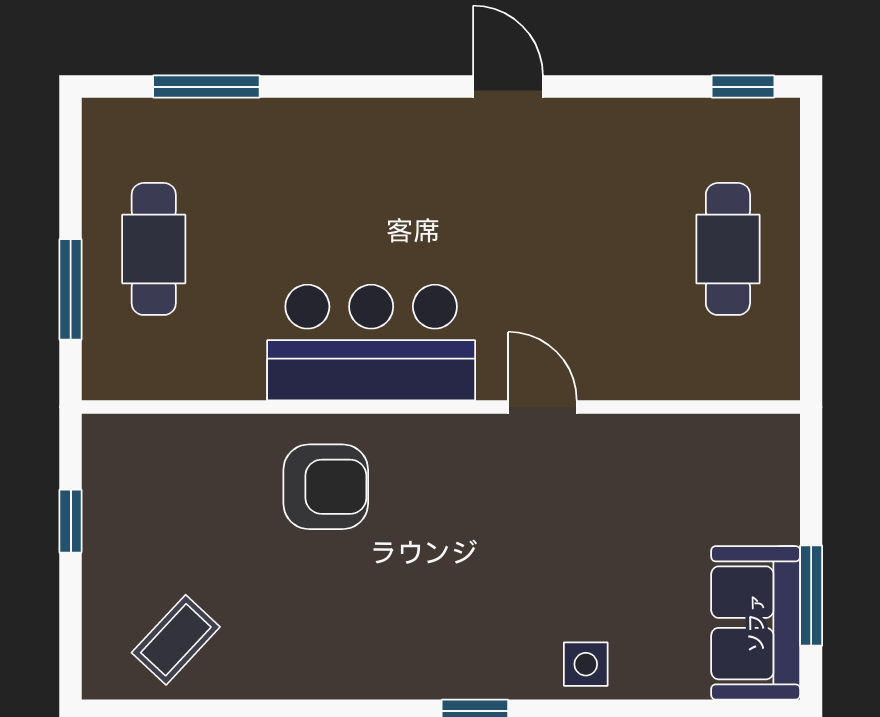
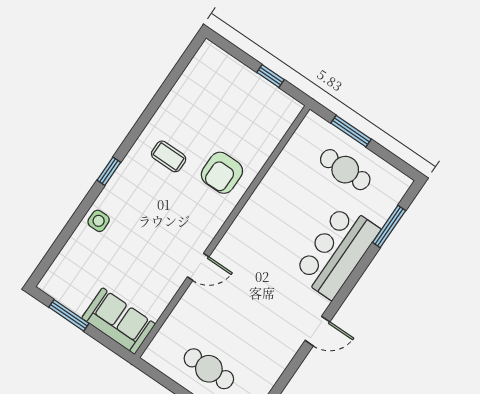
bar counter: (371, 342) -> (337, 252), moved, turned 180
sofa: (756, 623) -> (119, 321), moved
coffee table: (176, 640) -> (169, 156), moved, turned -43

